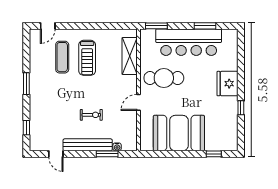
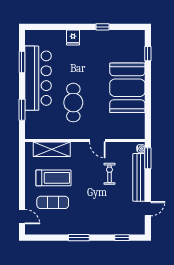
shelving: (130, 56) -> (52, 149), moved
fridge: (227, 84) -> (73, 37), width x0.53, depth x0.75
wall: (138, 90) -> (85, 140), moved
door: (138, 102) -> (97, 140), moved

